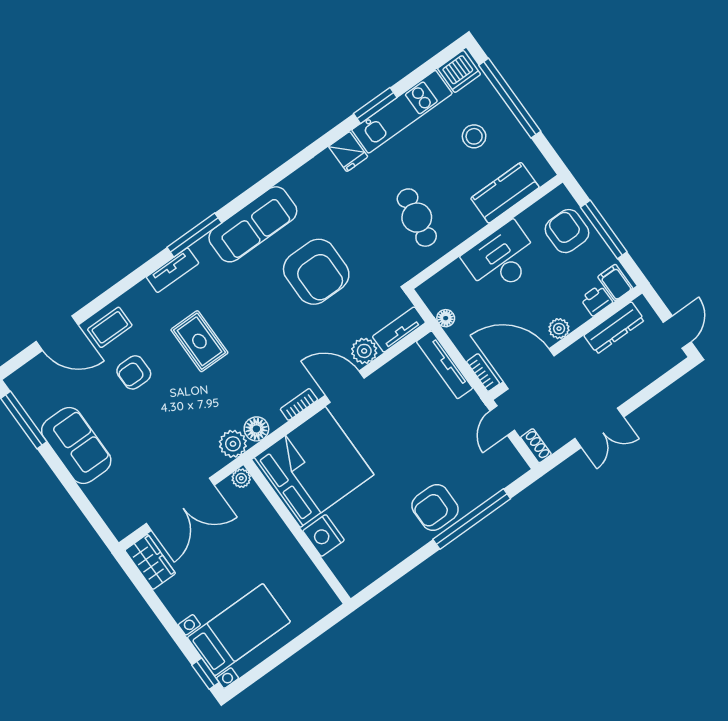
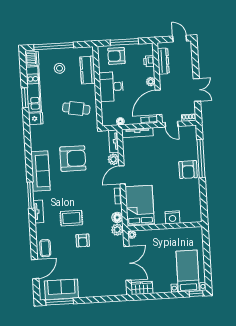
filing cabinet: (615, 282) -> (147, 50), removed
armchair: (134, 372) -> (83, 240), moved
sofa: (76, 446) -> (61, 289), moved
bed: (313, 467) -> (140, 206), width x0.73

